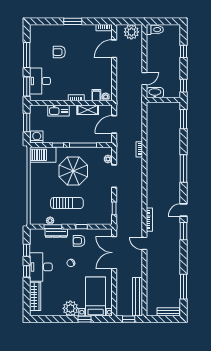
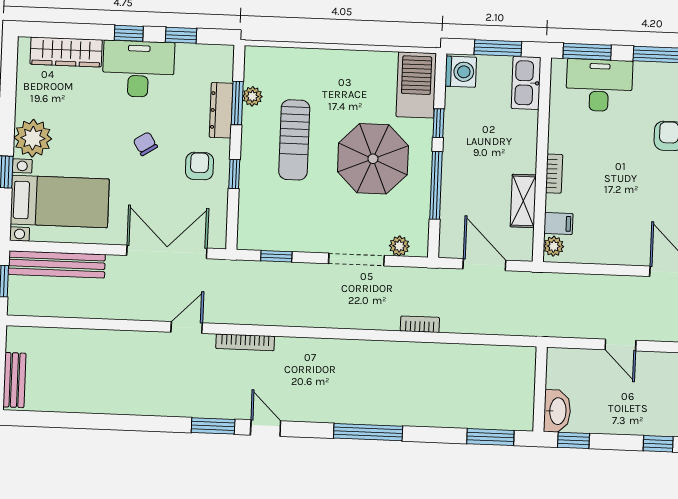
door: (144, 79) -> (621, 345), moved
washbasin: (155, 93) -> (557, 411), moved
kitchen sink: (58, 111) -> (526, 83), moved
window: (184, 287) -> (76, 420), removed
bench: (137, 297) -> (57, 264), moved

